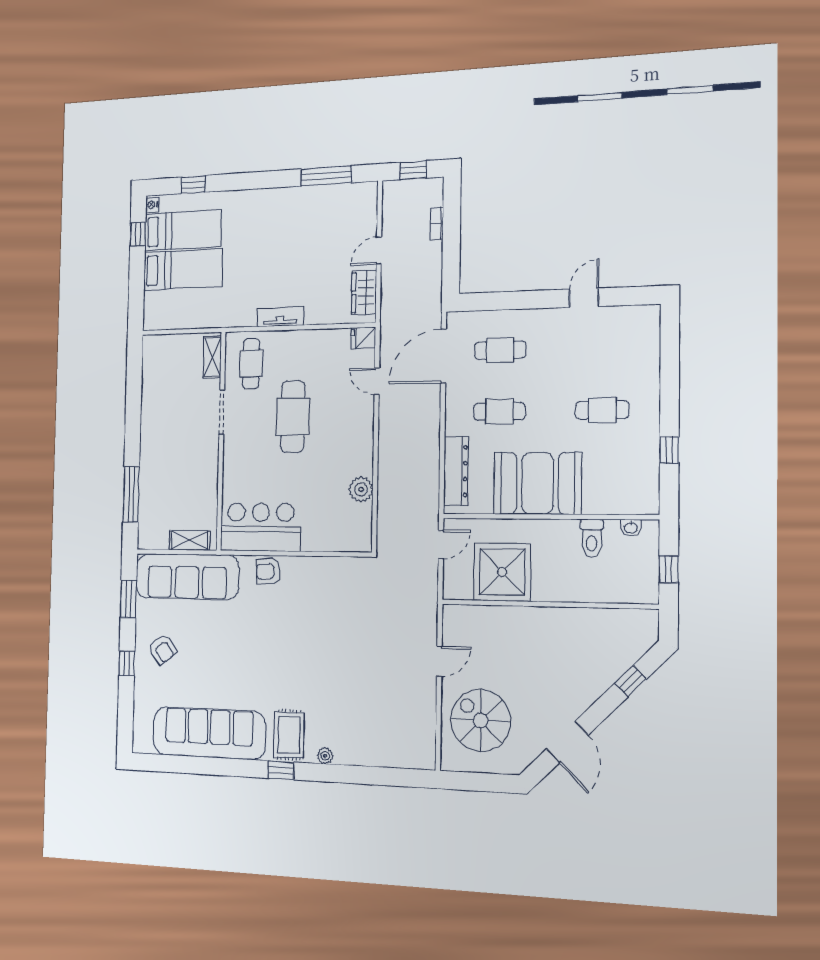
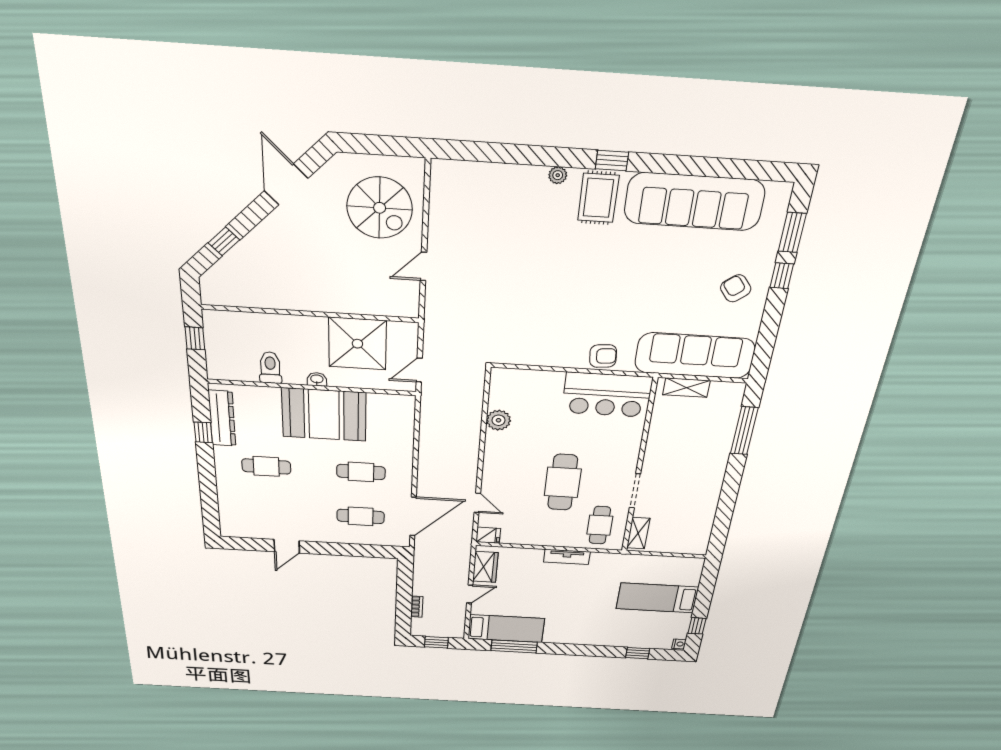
bed: (183, 230) -> (506, 629), moved, turned 180
dresser: (456, 471) -> (222, 418), moved, turned 180
washbasin: (631, 528) -> (317, 379), moved
window: (128, 599) -> (792, 232), moved

